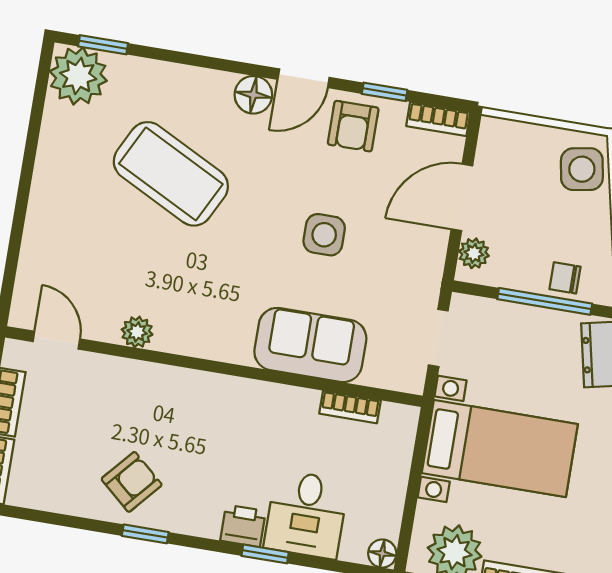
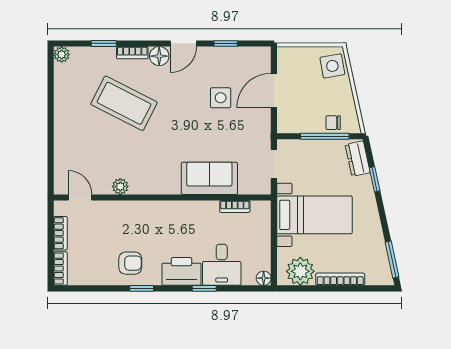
window: (103, 45) -> (104, 43), moved
plant: (78, 76) -> (62, 54), width x0.53, depth x0.53
bookcase: (438, 119) -> (132, 53), moved
armchair: (353, 126) -> (213, 64), removed
side table: (324, 235) -> (221, 98), moved
plant: (474, 253) -> (285, 118), removed
armchair: (132, 482) -> (130, 263), turned 49
printer: (243, 526) -> (181, 271), width x1.87, depth x1.48

